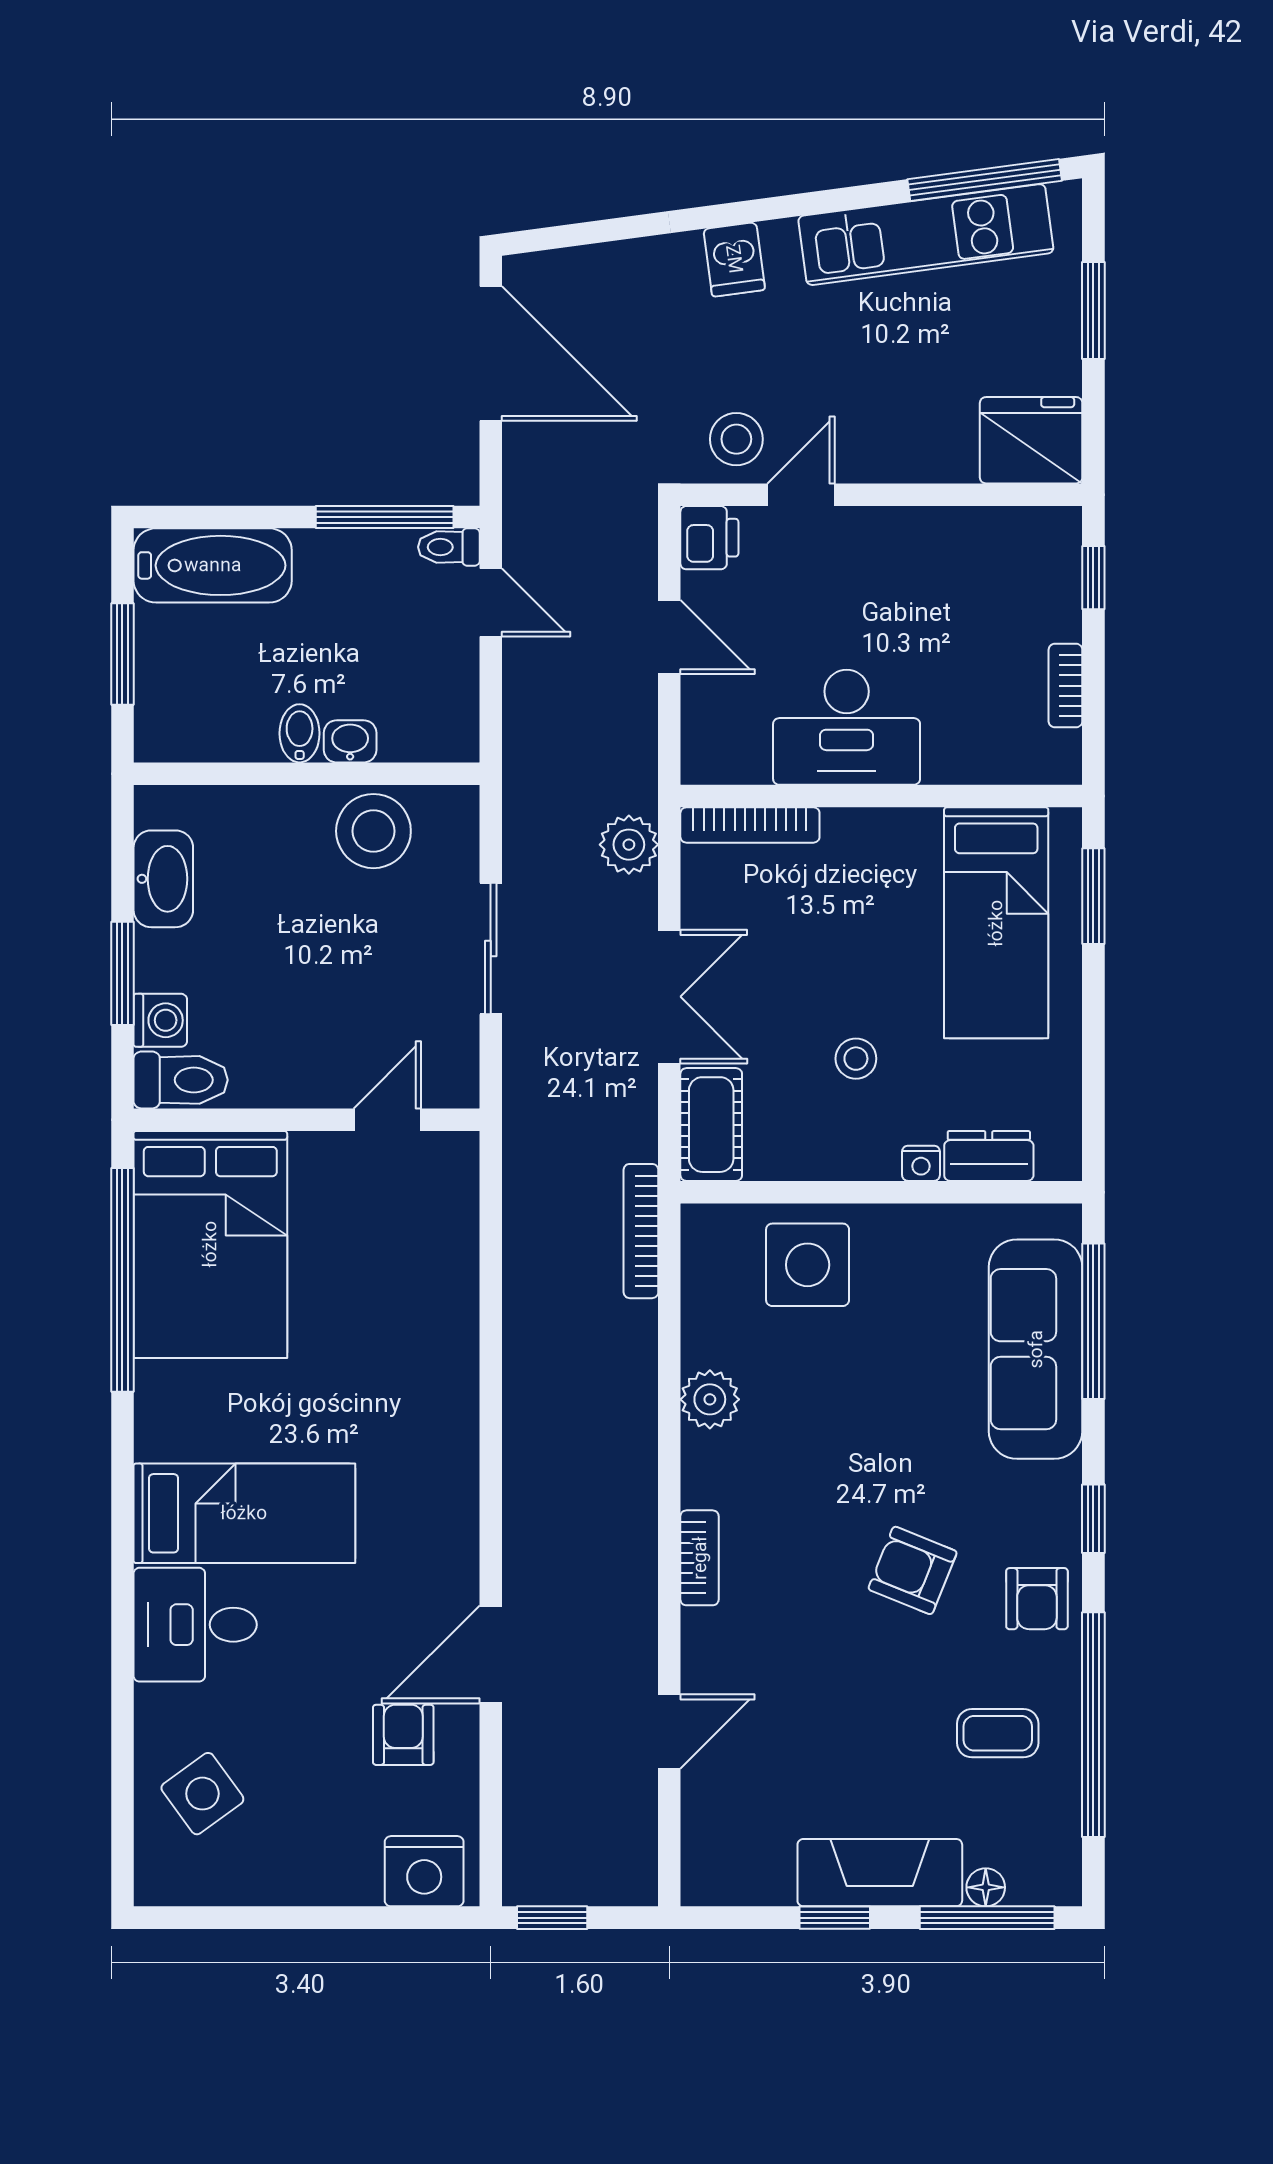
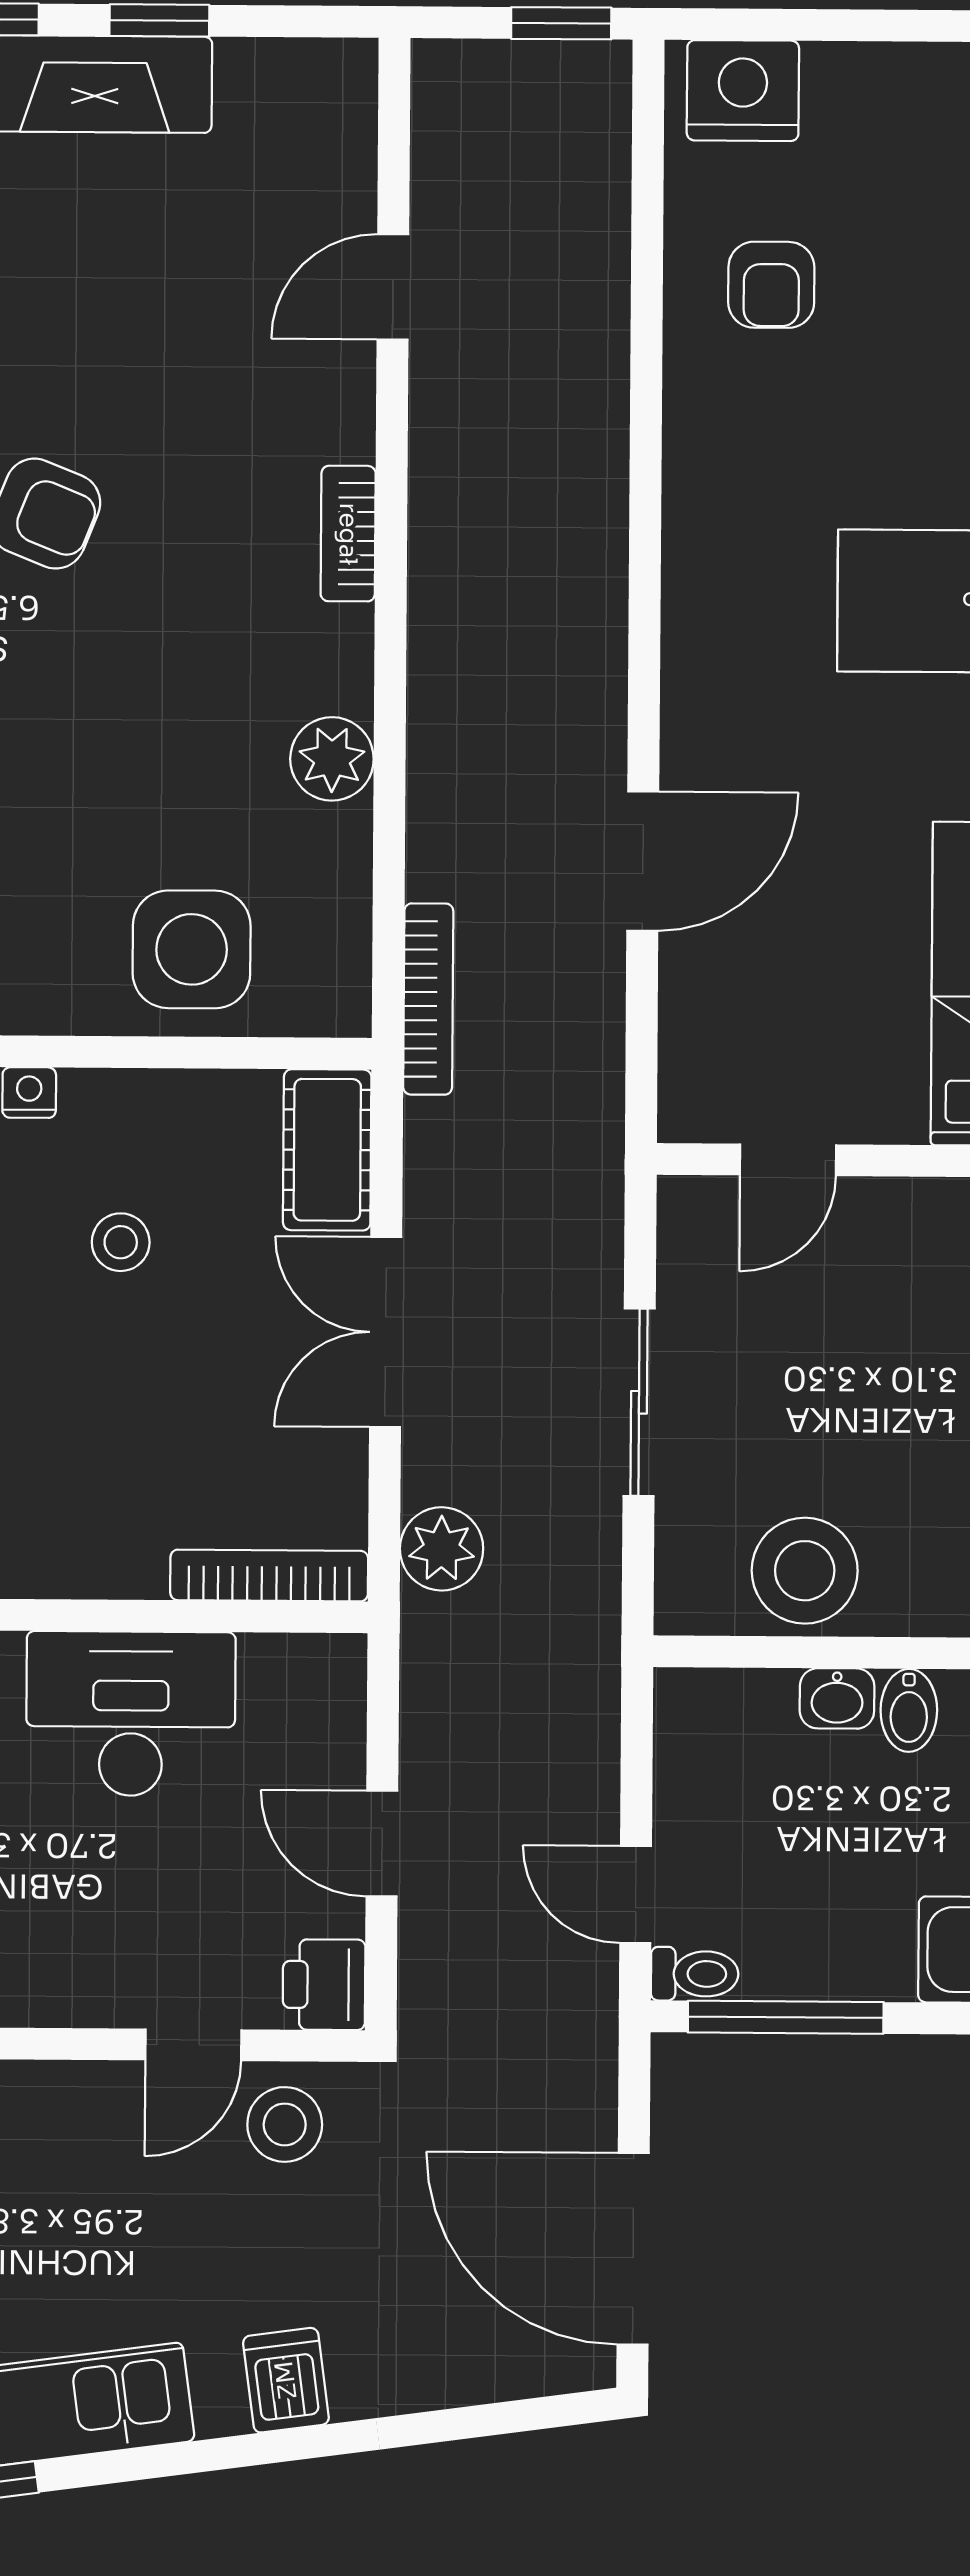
door: (491, 1655) -> (643, 861), moved

